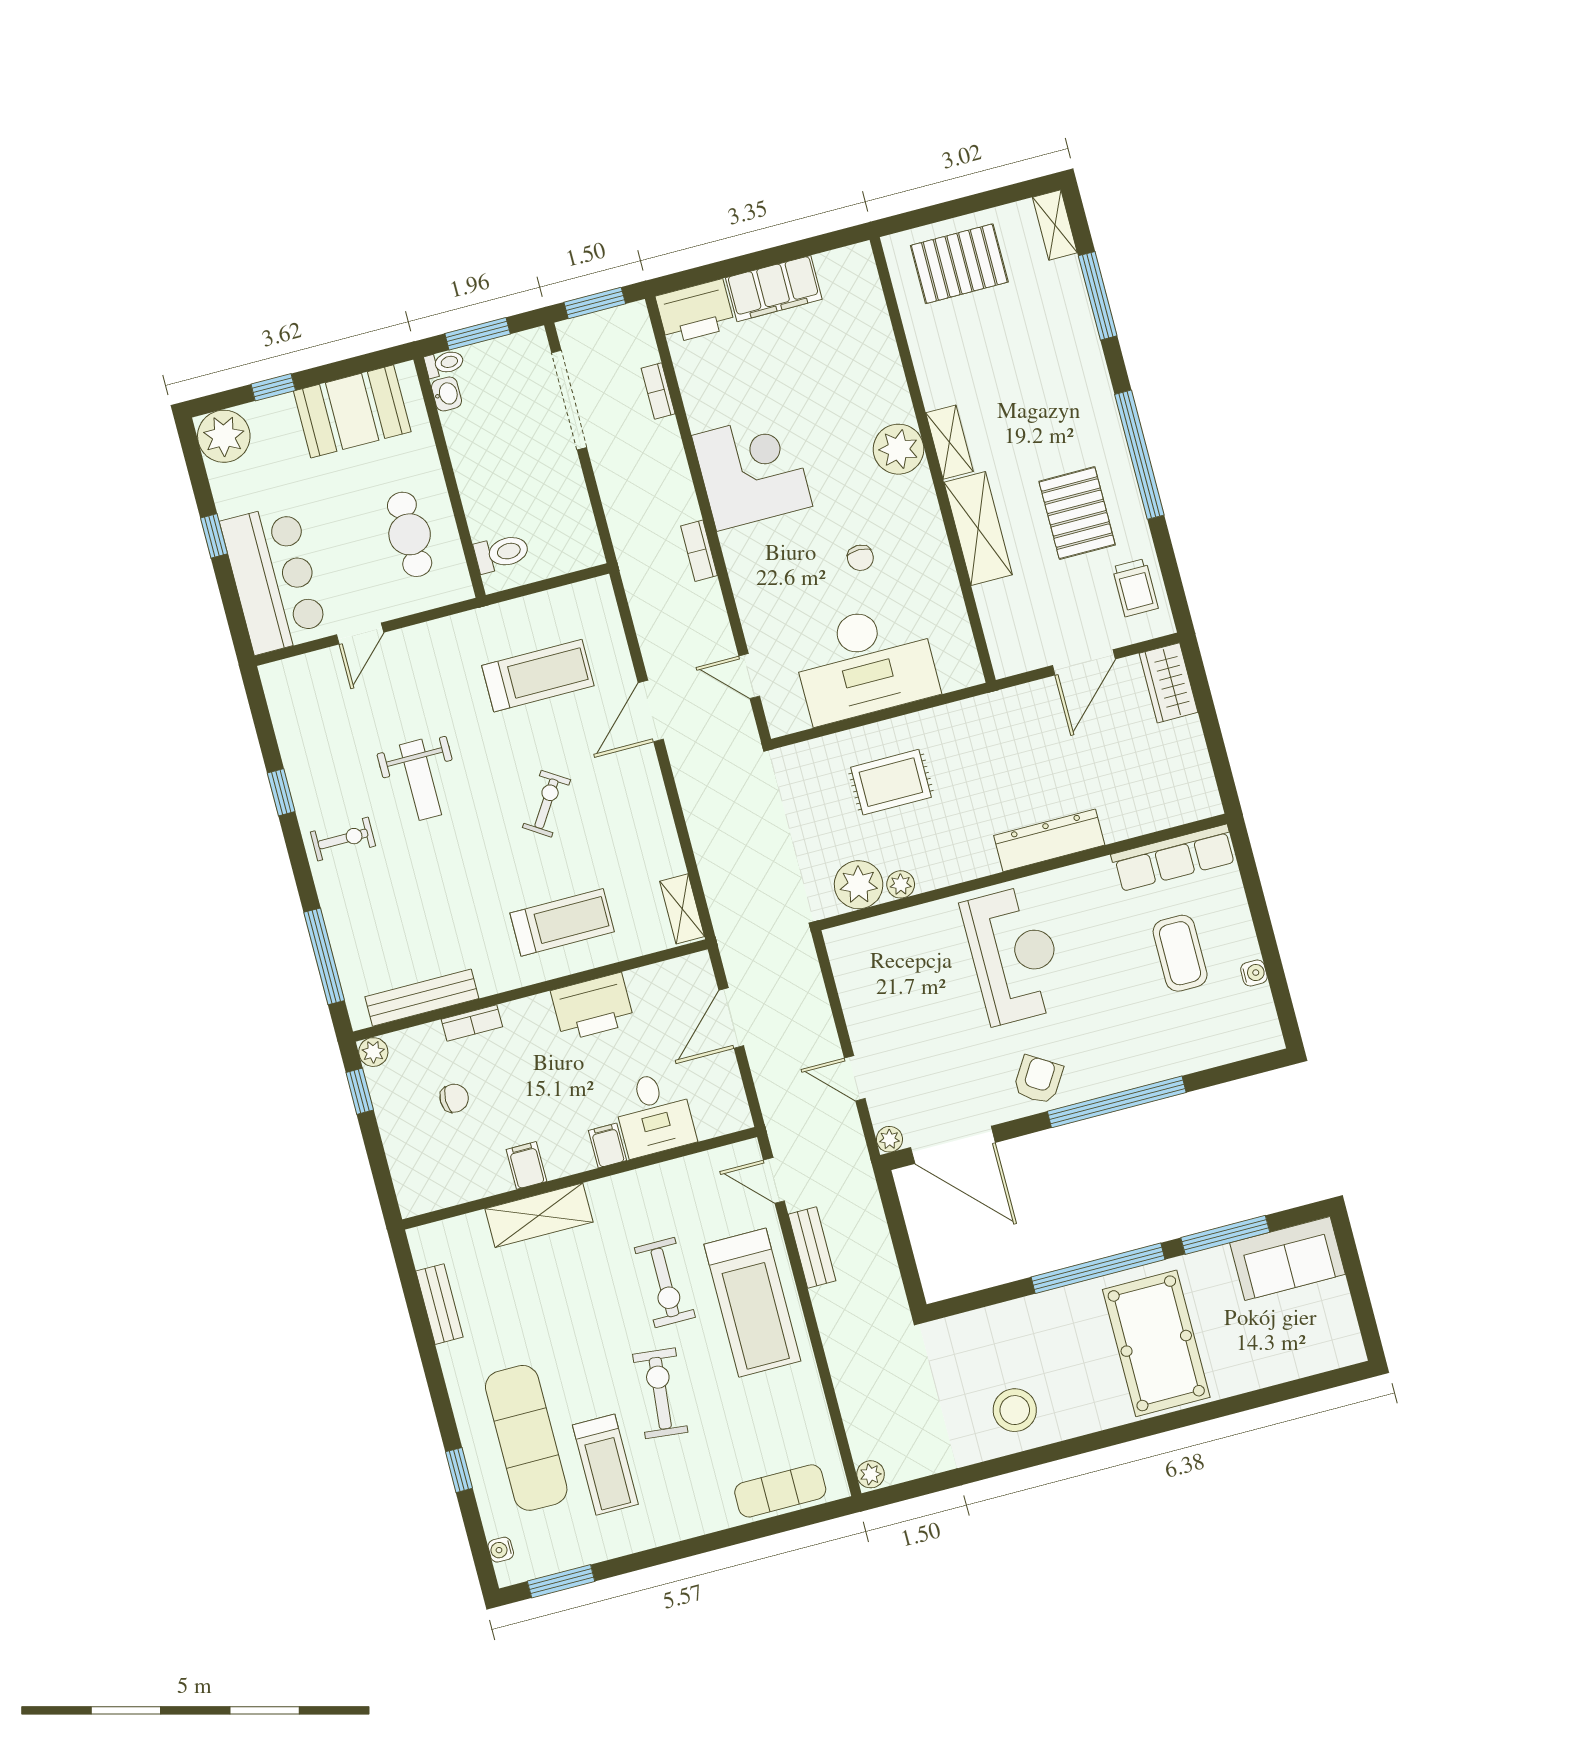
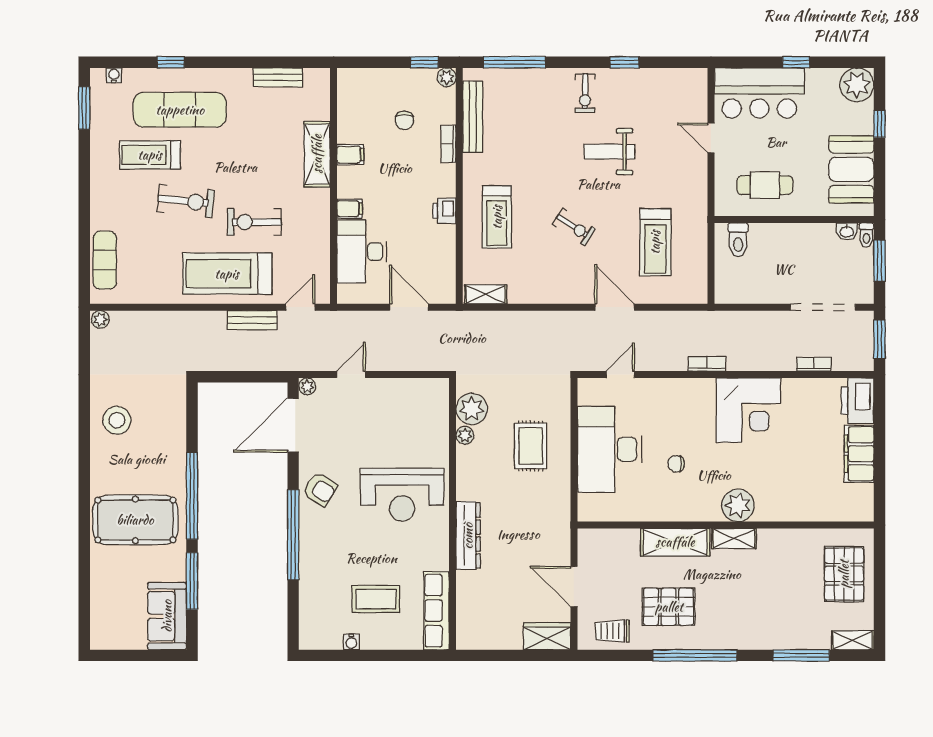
printer: (592, 1007) -> (444, 211), width x0.53, depth x0.68
desk: (654, 1114) -> (362, 252), width x1.37

